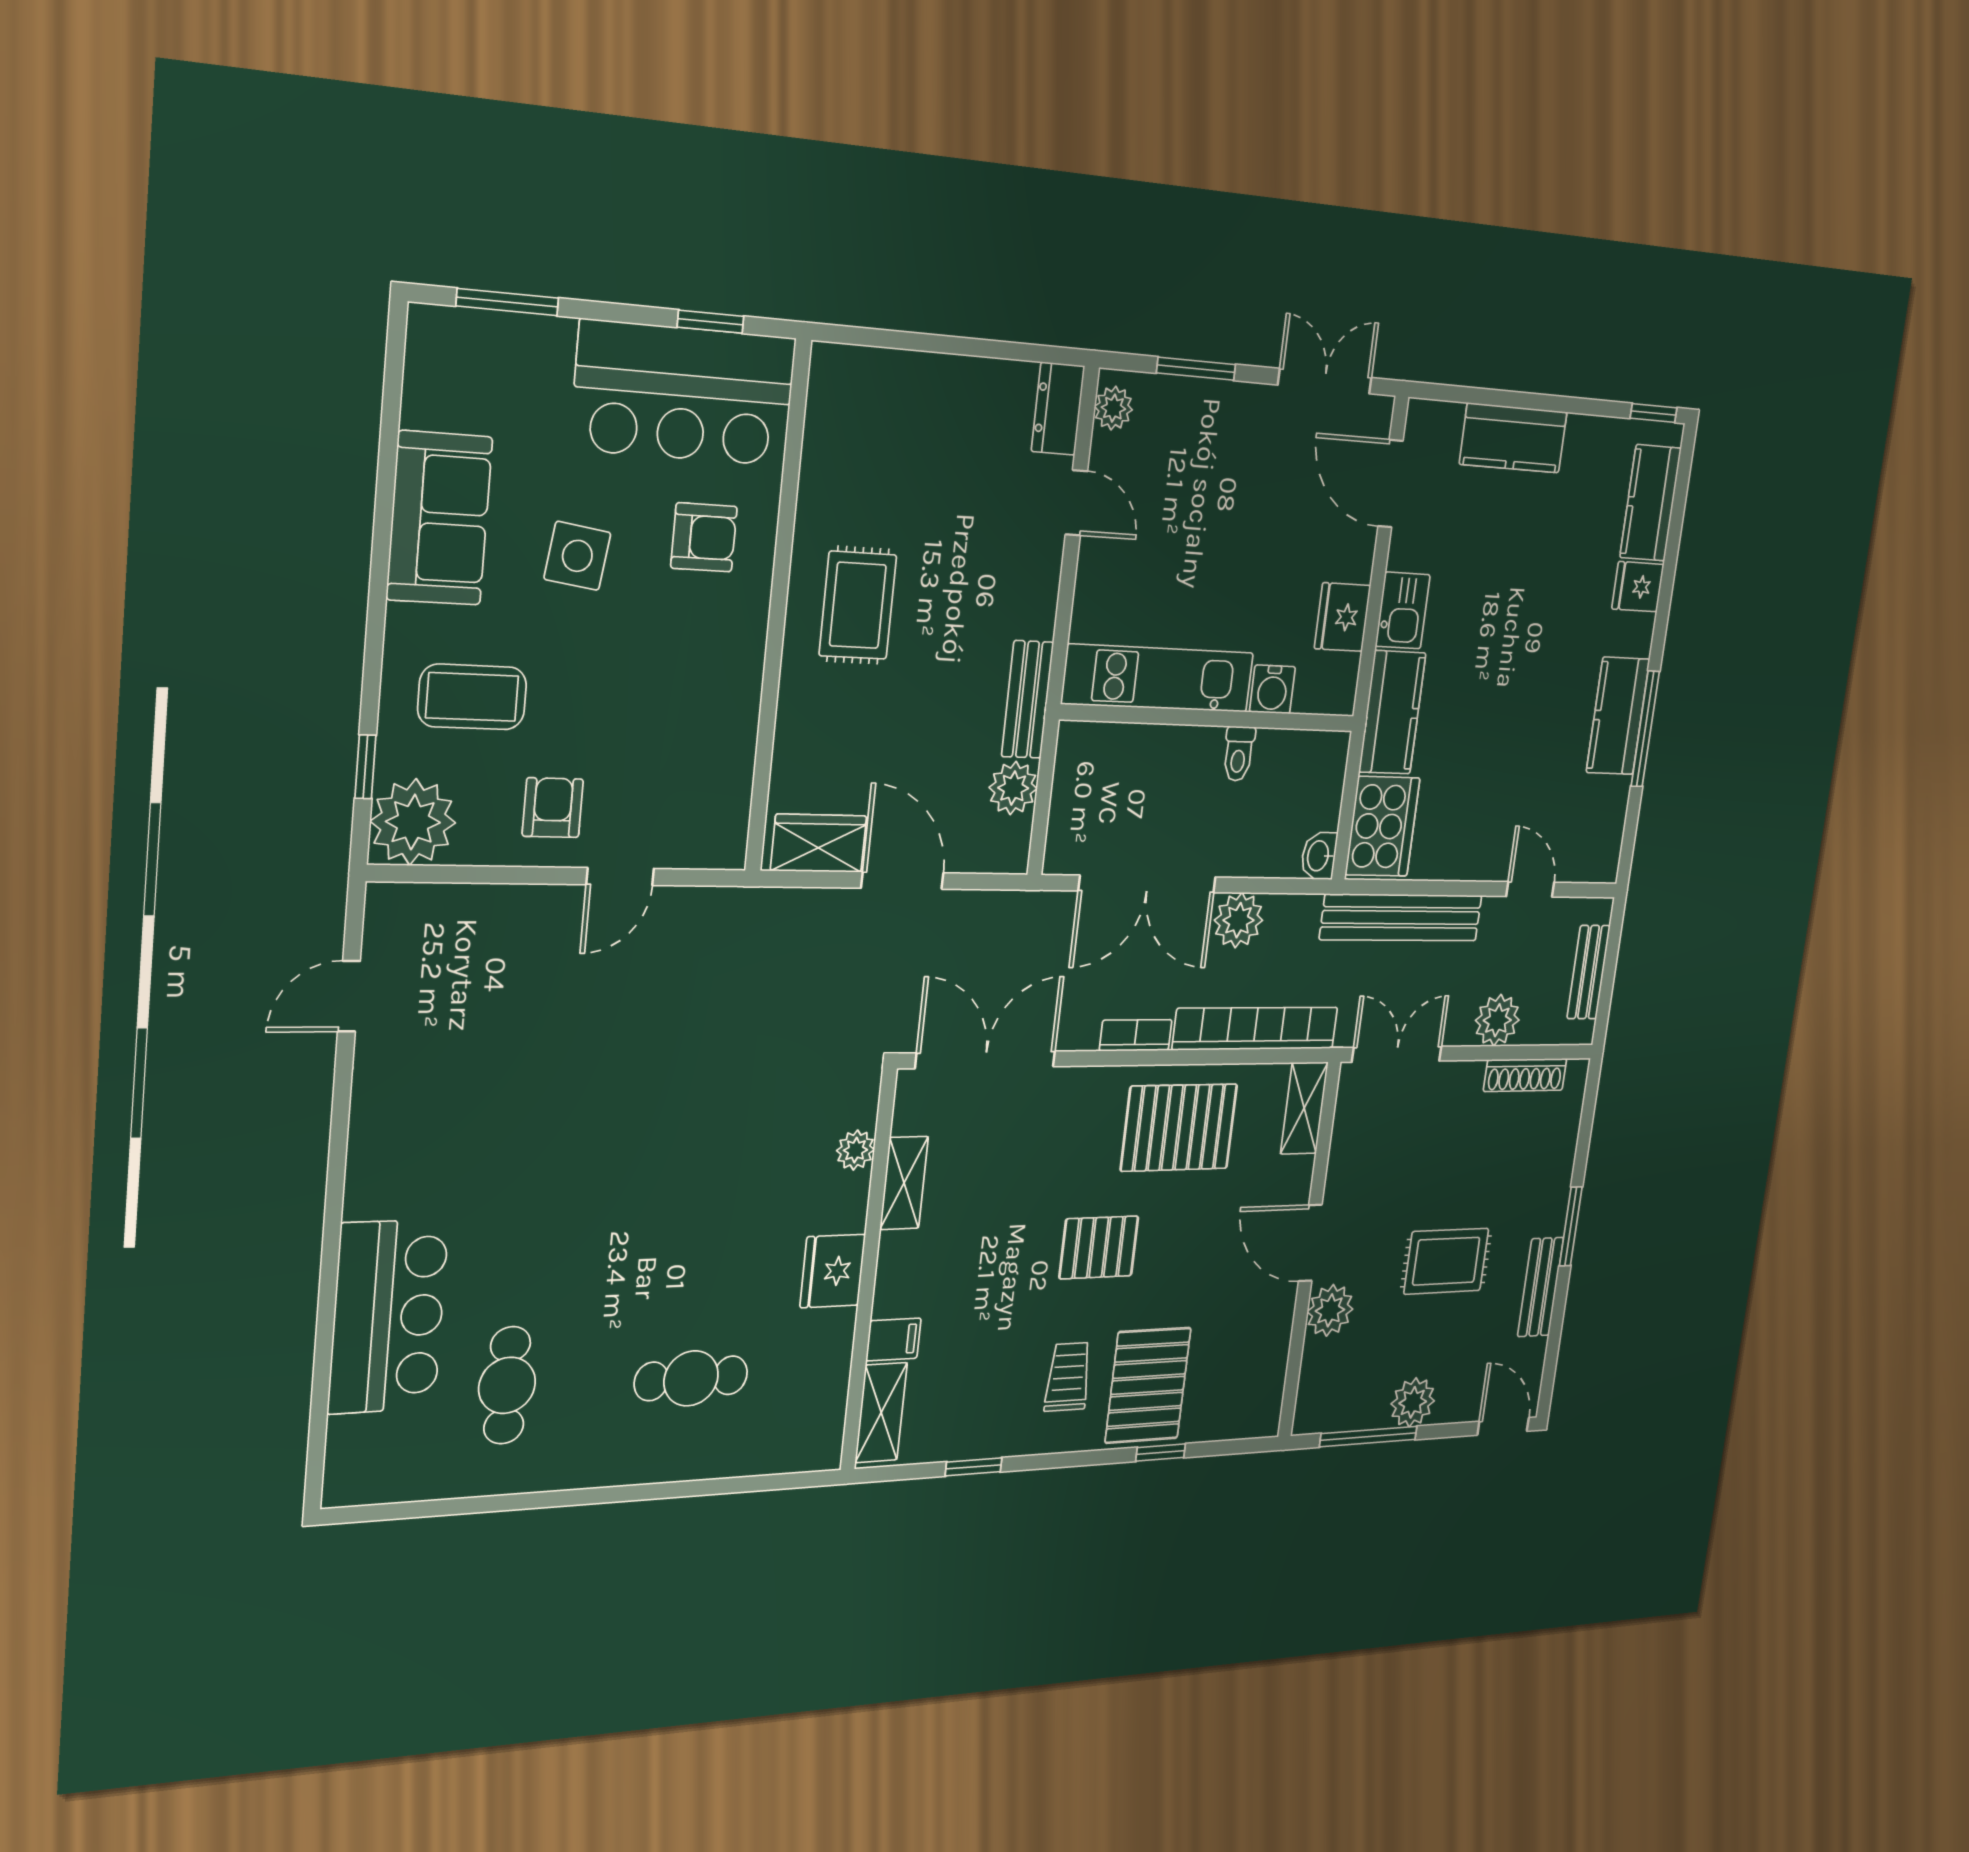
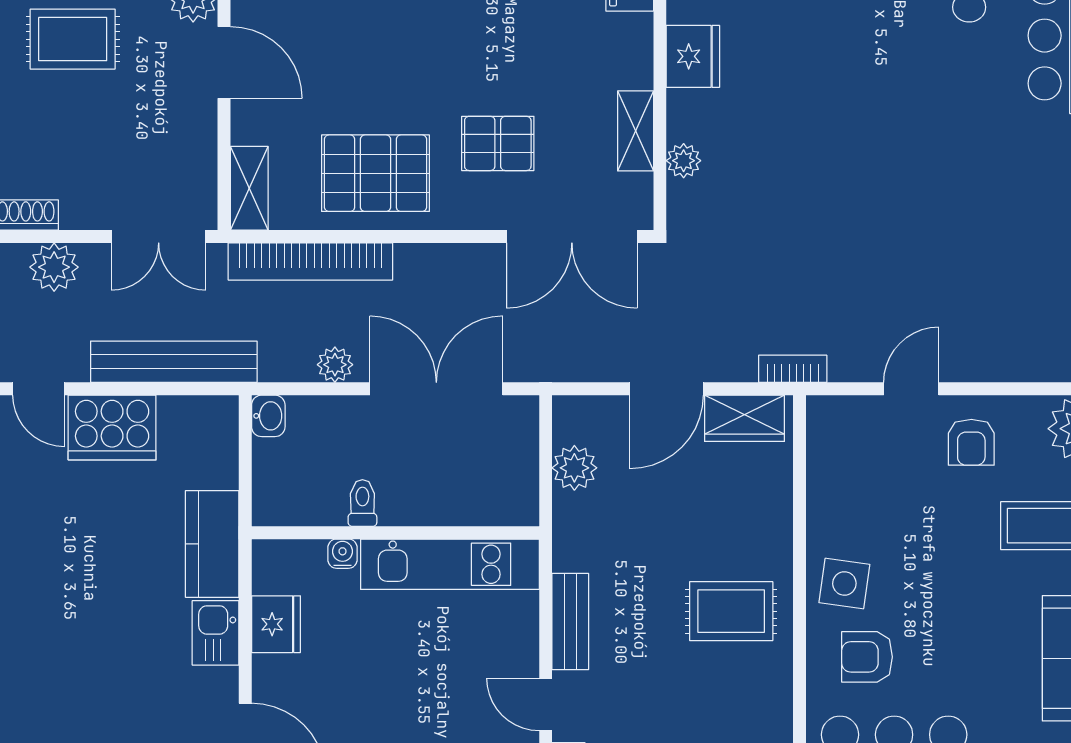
side table: (577, 556) -> (844, 583), moved
rug: (858, 605) -> (731, 611), turned 90
water cooler: (1272, 689) -> (343, 554), width x0.72, depth x0.72
bench: (1027, 699) -> (570, 622), moved
cooker: (1383, 826) -> (112, 428), moved, turned -90
door: (902, 880) -> (667, 389), hinge flipped
plant: (1239, 920) -> (335, 365), width x0.73, depth x0.73
bookcase: (1136, 1035) -> (793, 369), moved, turned 180
pallet: (1099, 1247) -> (498, 143), moved

